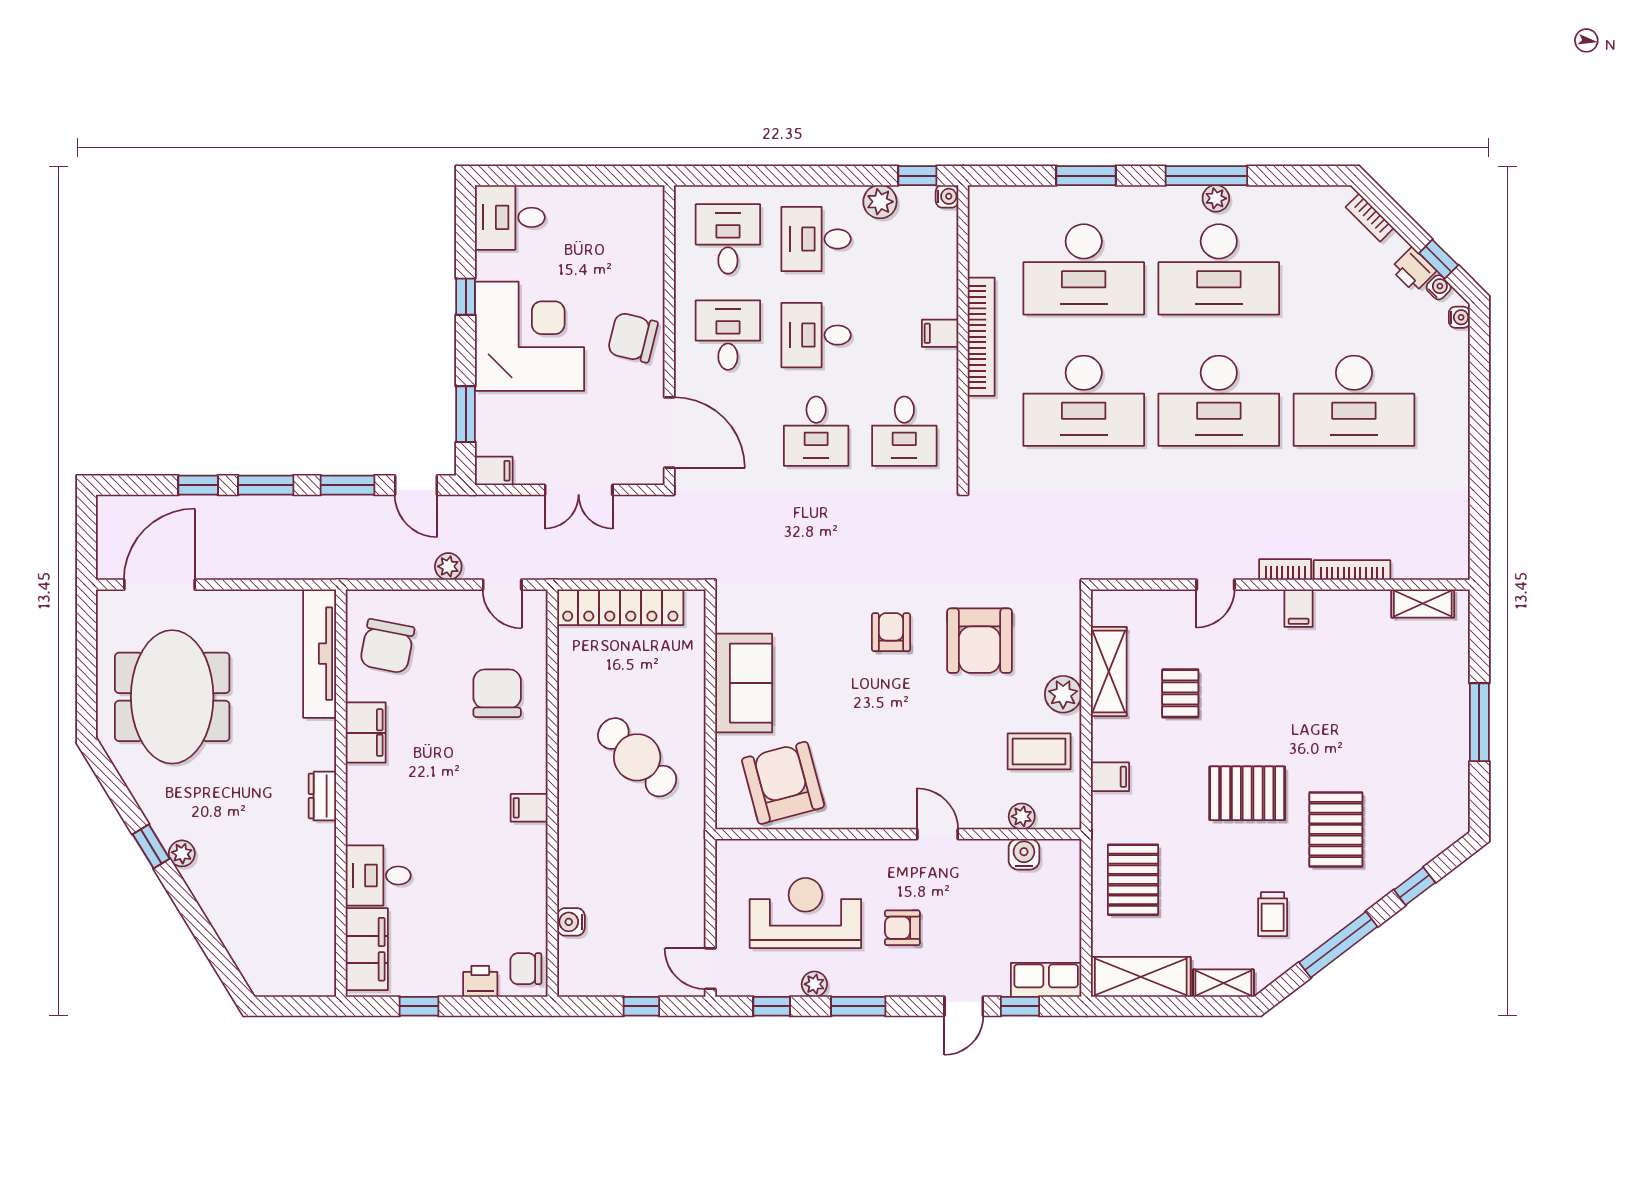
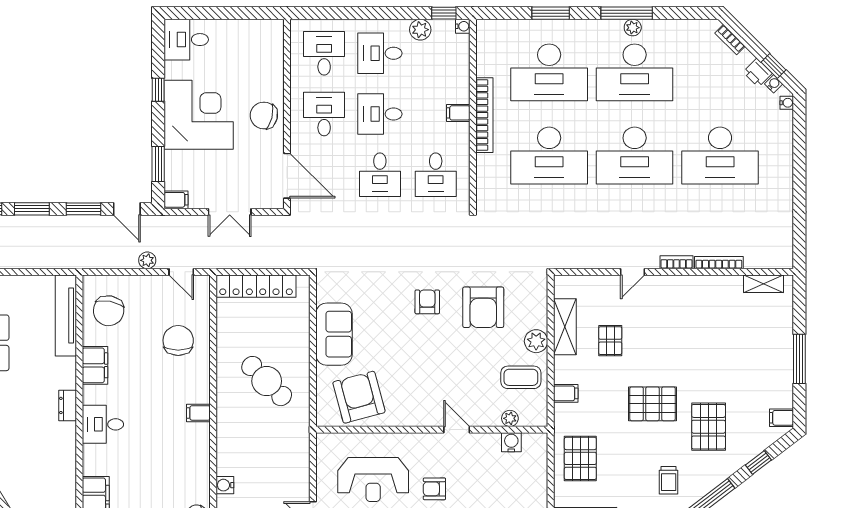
filing cabinet: (1299, 608) -> (781, 418), moved, turned 90
desk: (378, 875) -> (103, 424), moved
reception desk: (805, 913) -> (373, 480), turned 180

